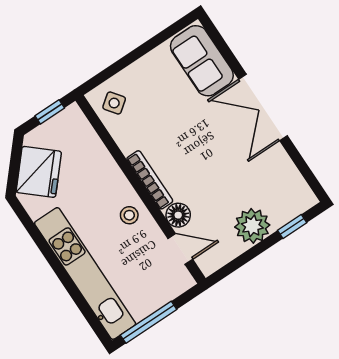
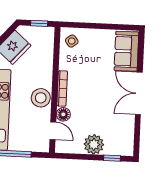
stool: (129, 215) -> (41, 98), width x1.89, depth x1.89

